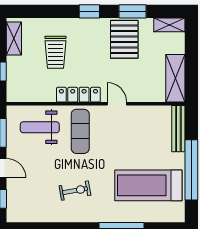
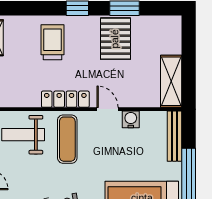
shelving: (169, 25) -> (165, 23), removed
trolley: (56, 52) -> (52, 42), moved, turned 180
water cooler: (138, 113) -> (131, 119), added

